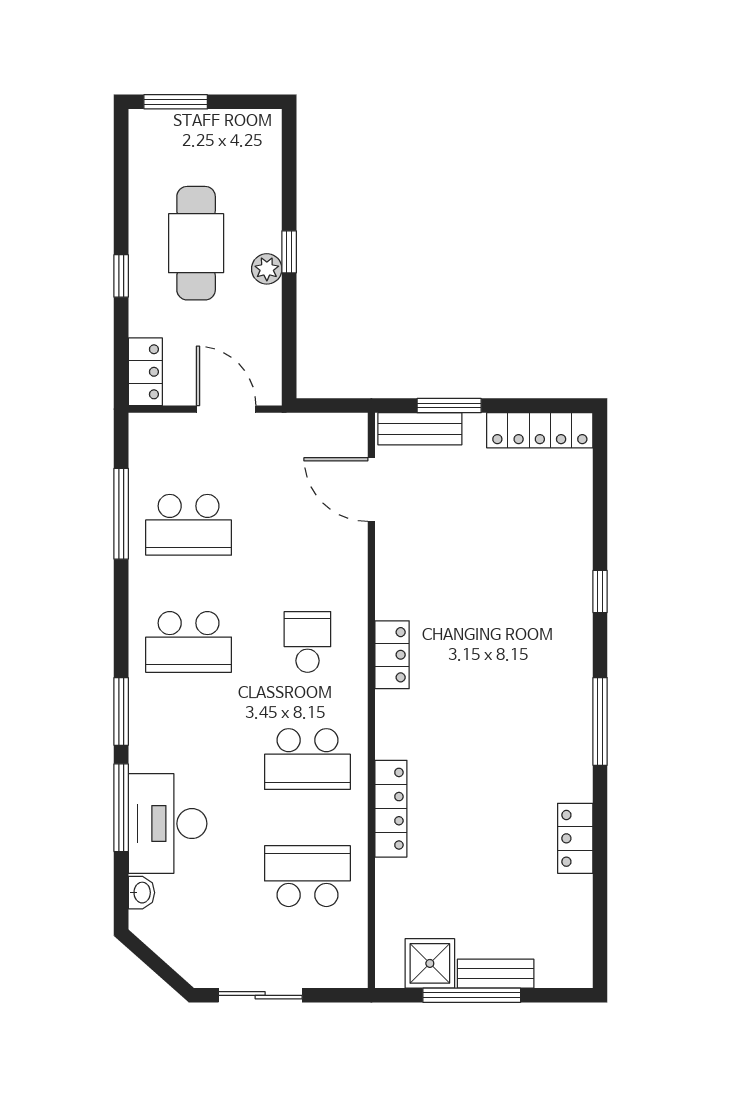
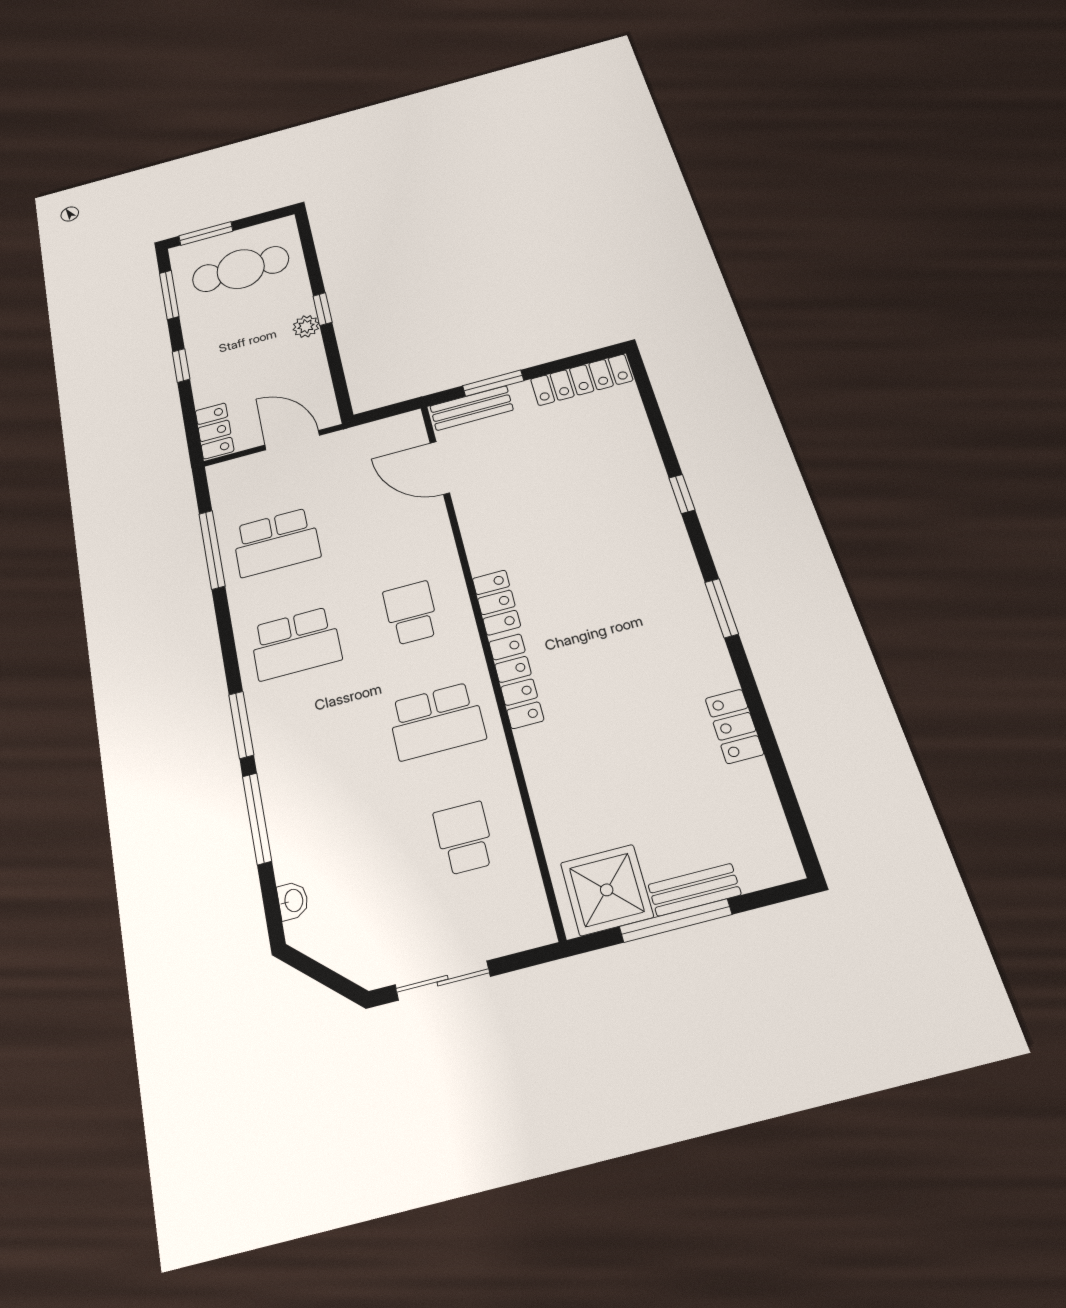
window: (121, 175) -> (169, 295), added
cafe table: (196, 243) -> (241, 269), moved, turned 90
window: (600, 721) -> (722, 608), width x0.69
locker: (391, 809) -> (516, 681), moved
desk: (168, 824) -> (307, 822), removed
school desk: (307, 876) -> (464, 838), width x0.54
shower: (430, 963) -> (607, 890), width x1.36, depth x1.36

